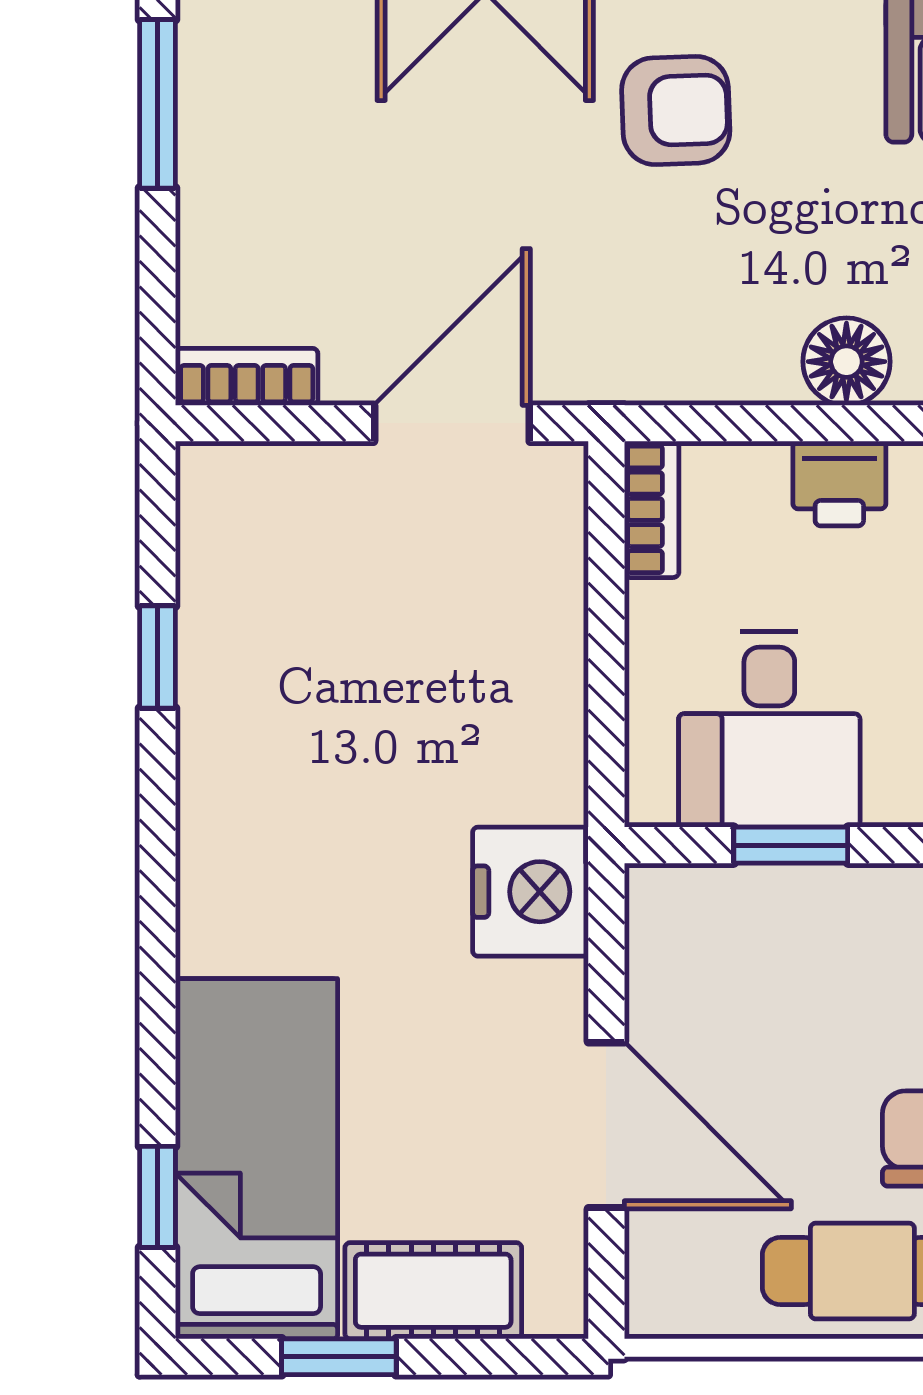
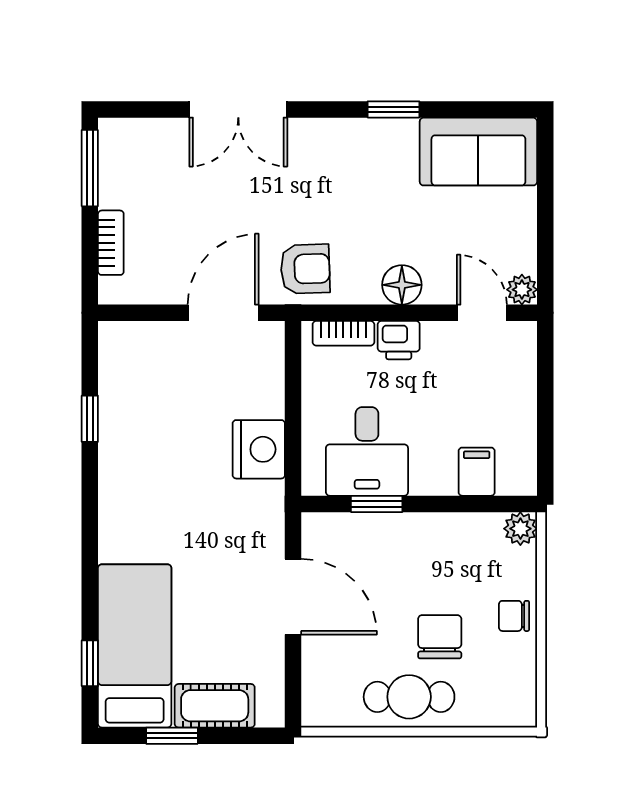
armchair: (676, 110) -> (305, 269), moved
bookcase: (247, 377) -> (111, 243), moved, turned 90
bookcase: (652, 509) -> (343, 333), moved, turned 90
nightstand: (530, 892) -> (259, 449), moved
door: (606, 1125) -> (293, 597), moved

